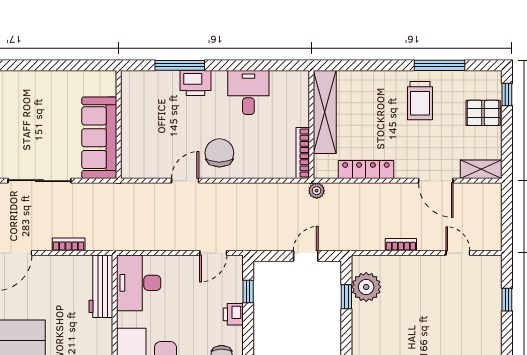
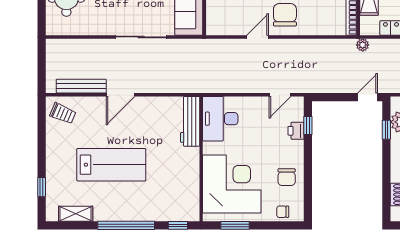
bookcase: (69, 244) -> (164, 88), removed
door: (306, 256) -> (368, 97), moved
printer: (233, 314) -> (296, 131), moved

